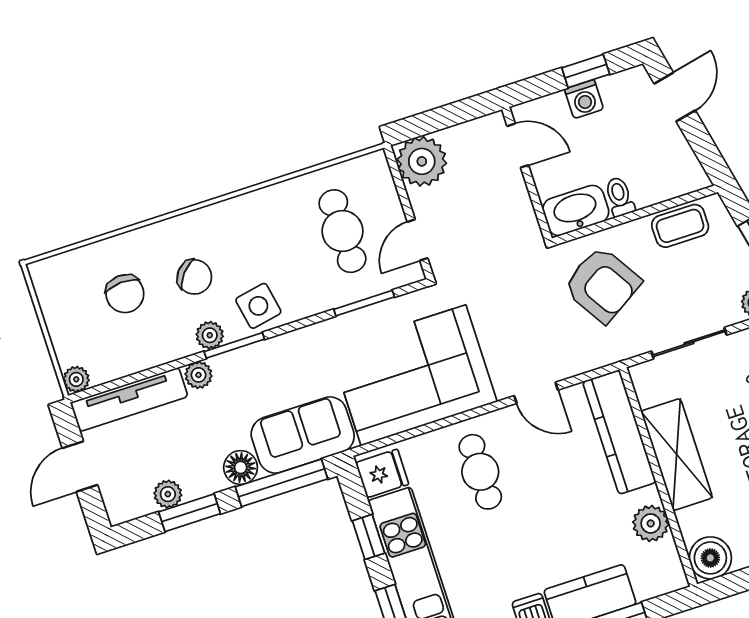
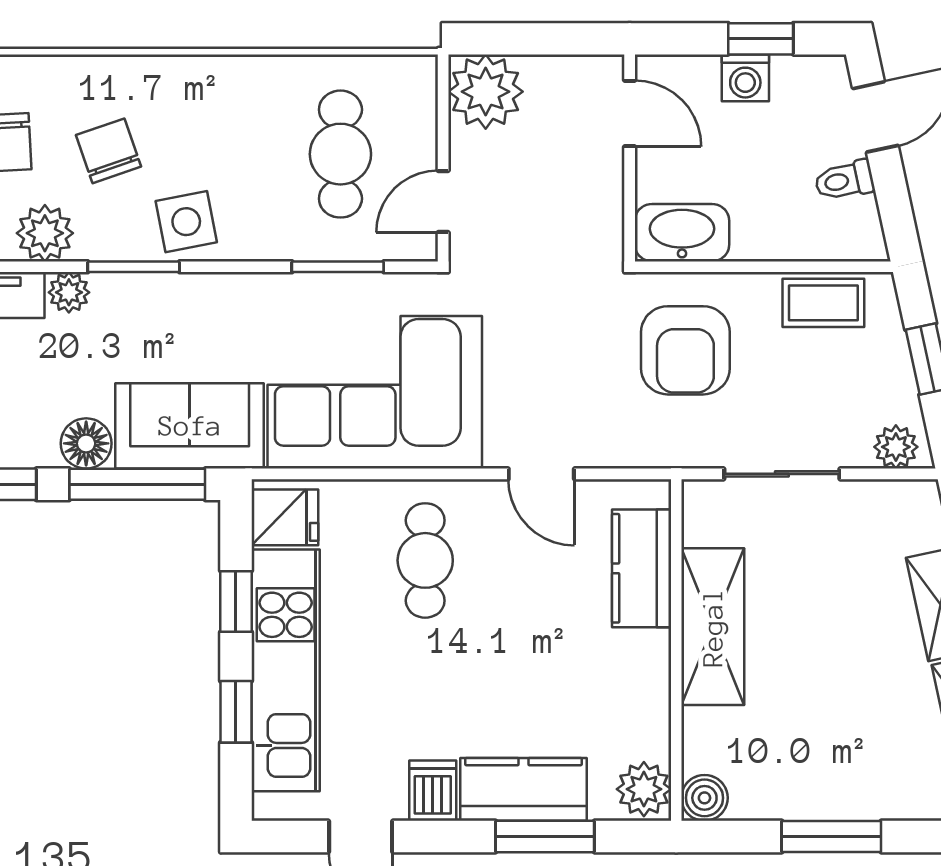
toilet: (619, 197) -> (844, 180), moved, turned -102
chair: (194, 277) -> (108, 151), turned -149
armchair: (602, 285) -> (685, 350), turned 32
plant: (210, 335) -> (45, 233), moved, width x1.38, depth x1.38
kitchen counter: (619, 432) -> (642, 568), width x0.67
plant: (651, 523) -> (644, 789), moved
boiler: (710, 558) -> (704, 798), width x0.73, depth x0.73

